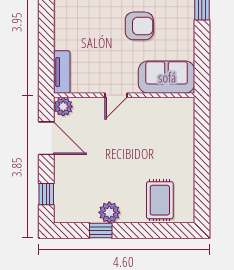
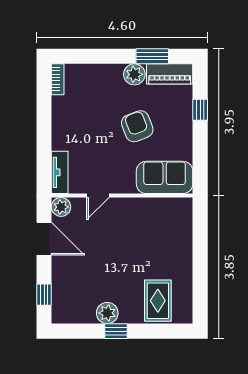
armchair: (139, 26) -> (137, 126), turned -111
door: (116, 95) -> (98, 196), moved
window: (101, 231) -> (116, 331), moved

